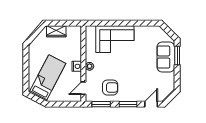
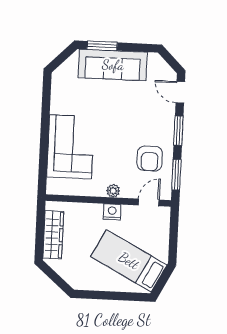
wardrobe: (56, 31) -> (53, 235), width x1.50
sofa: (166, 57) -> (113, 65), width x1.36
door: (83, 88) -> (149, 202), swing flipped
armchair: (110, 88) -> (150, 159), turned 180

